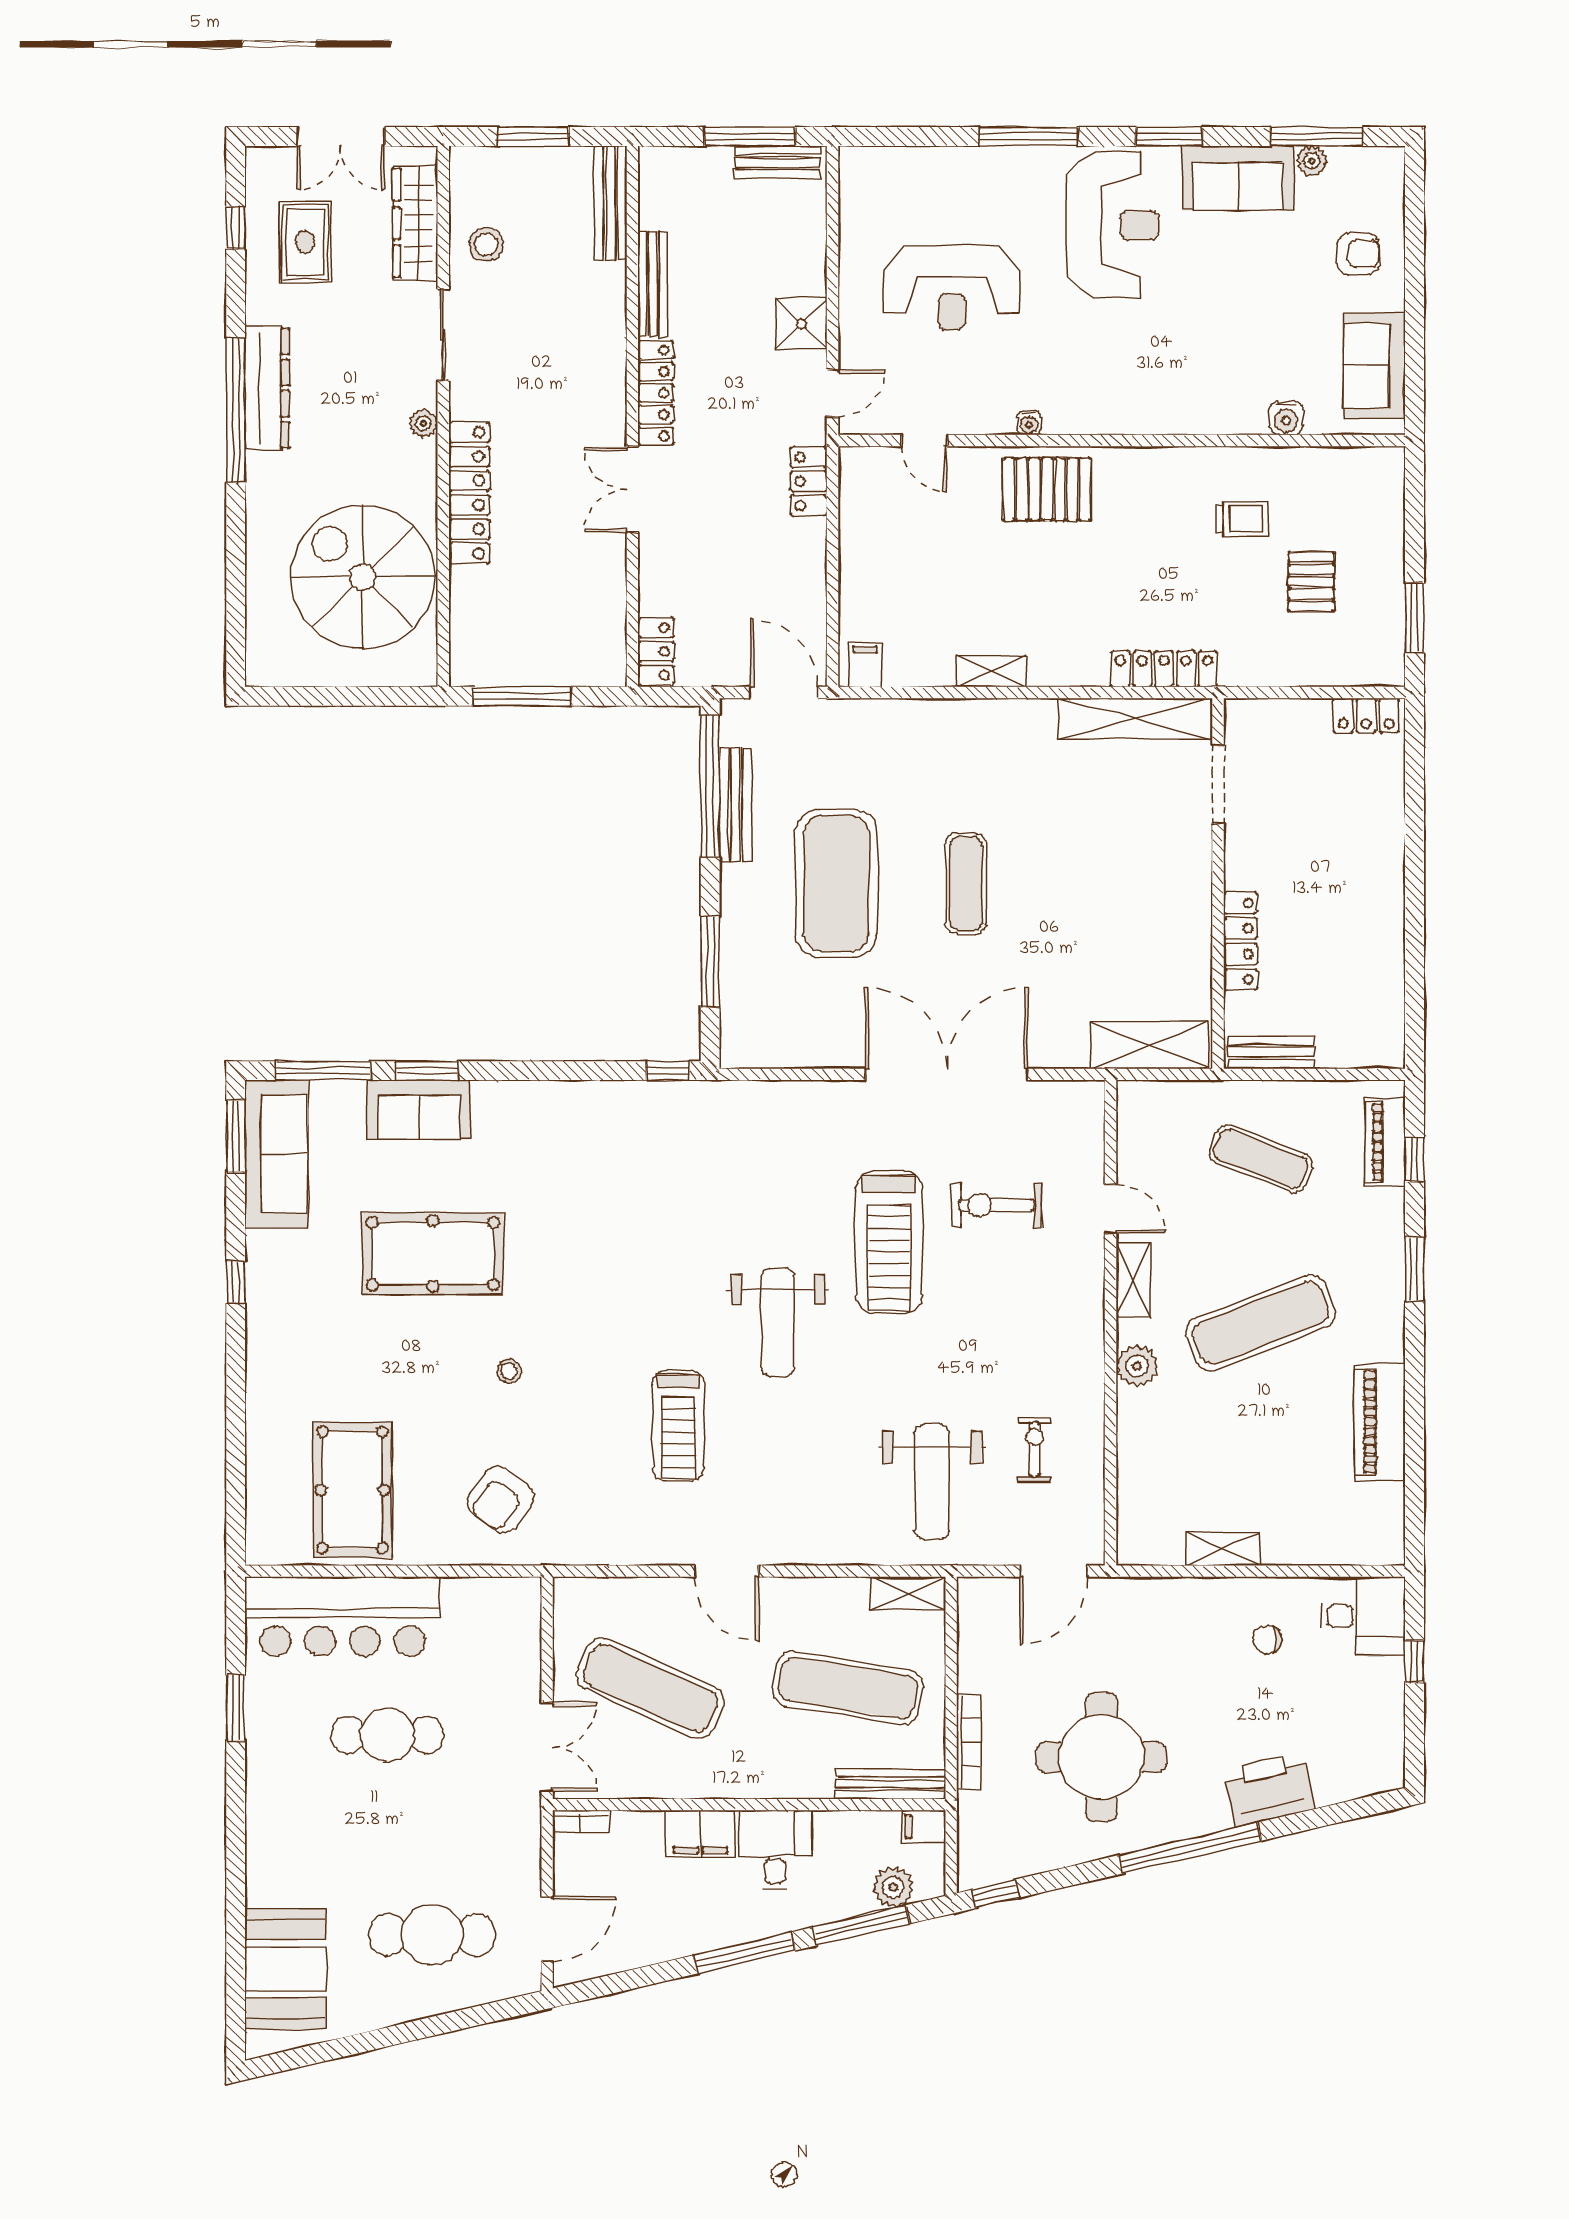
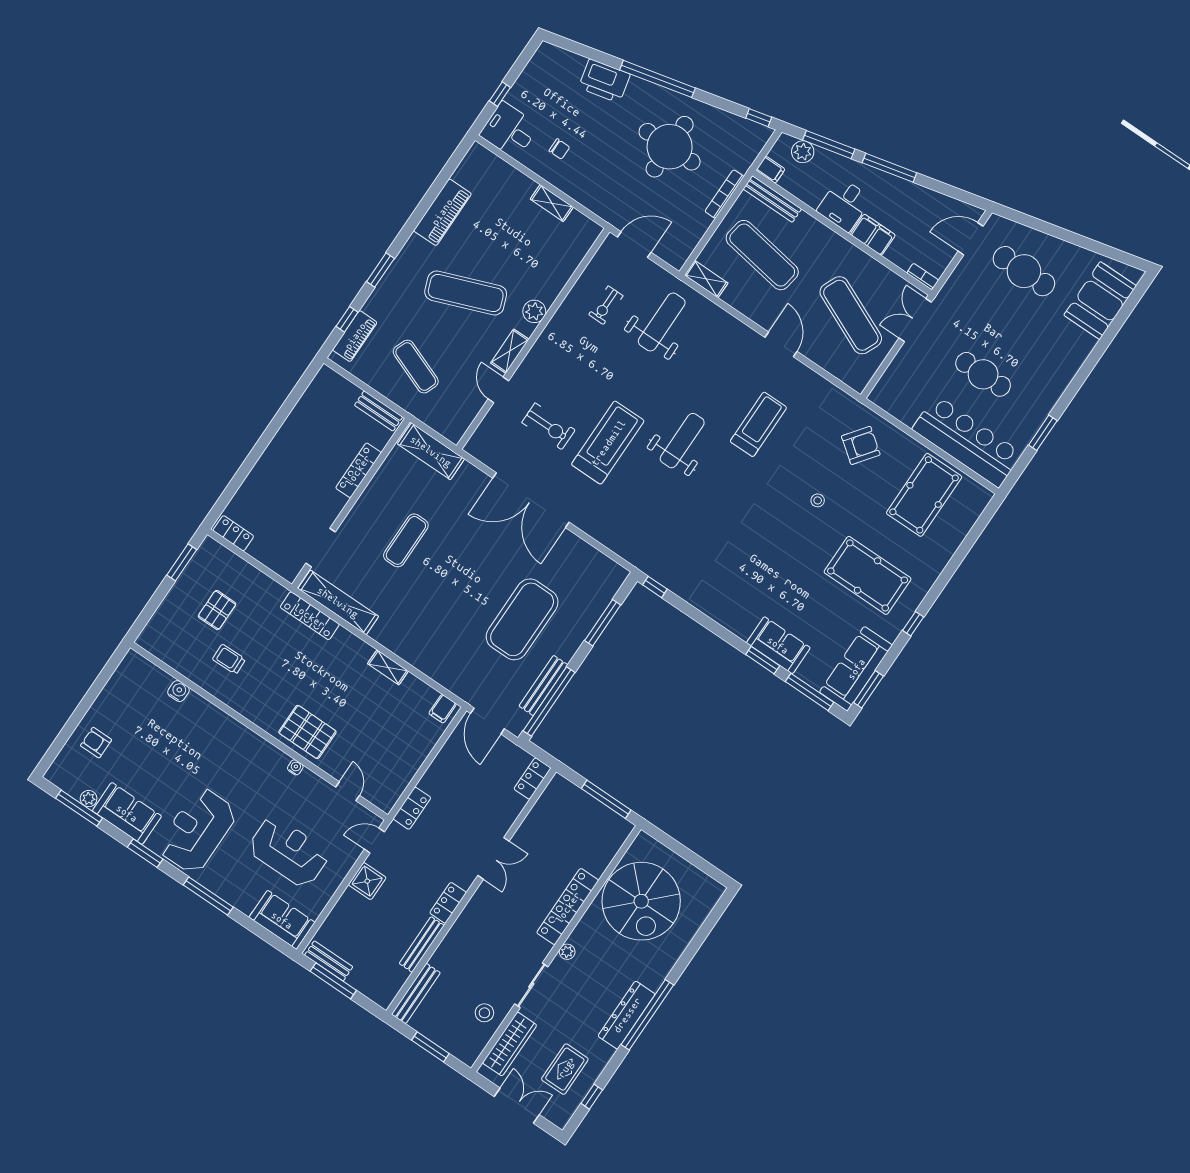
sofa: (1375, 366) -> (282, 920), moved, turned -90
locker: (656, 393) -> (448, 903), width x0.66
exercise mat: (966, 883) -> (406, 540), moved
pool table: (433, 1254) -> (868, 575), moved

